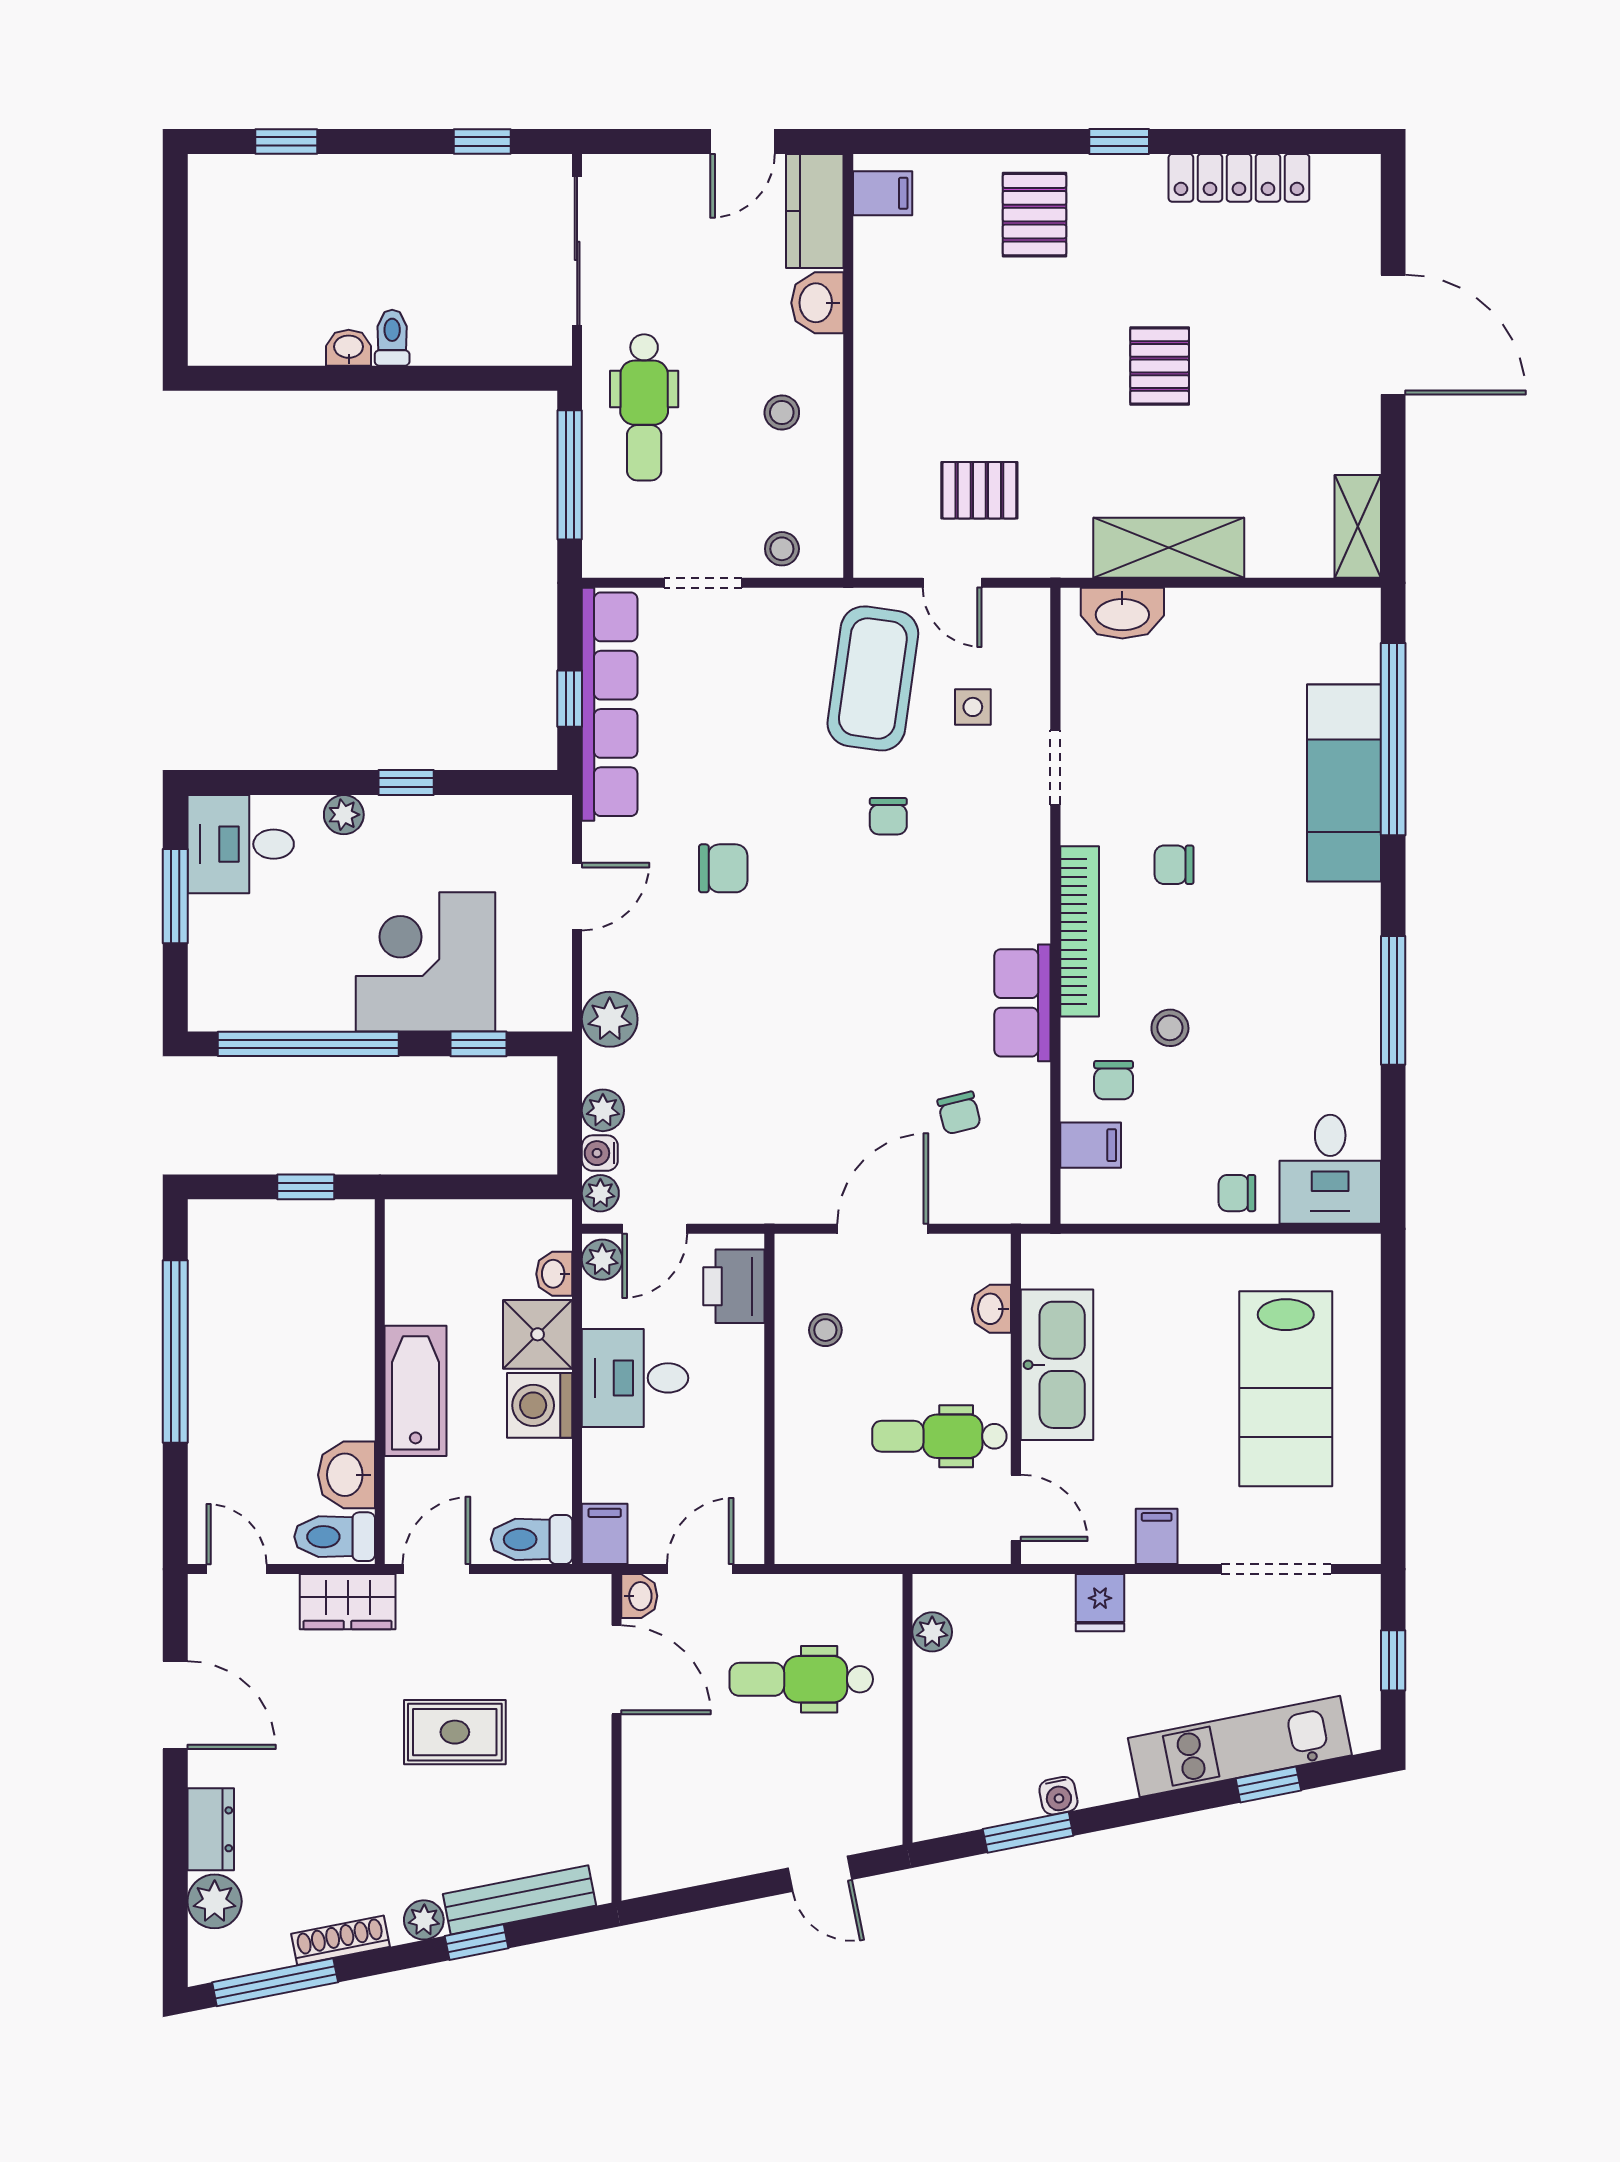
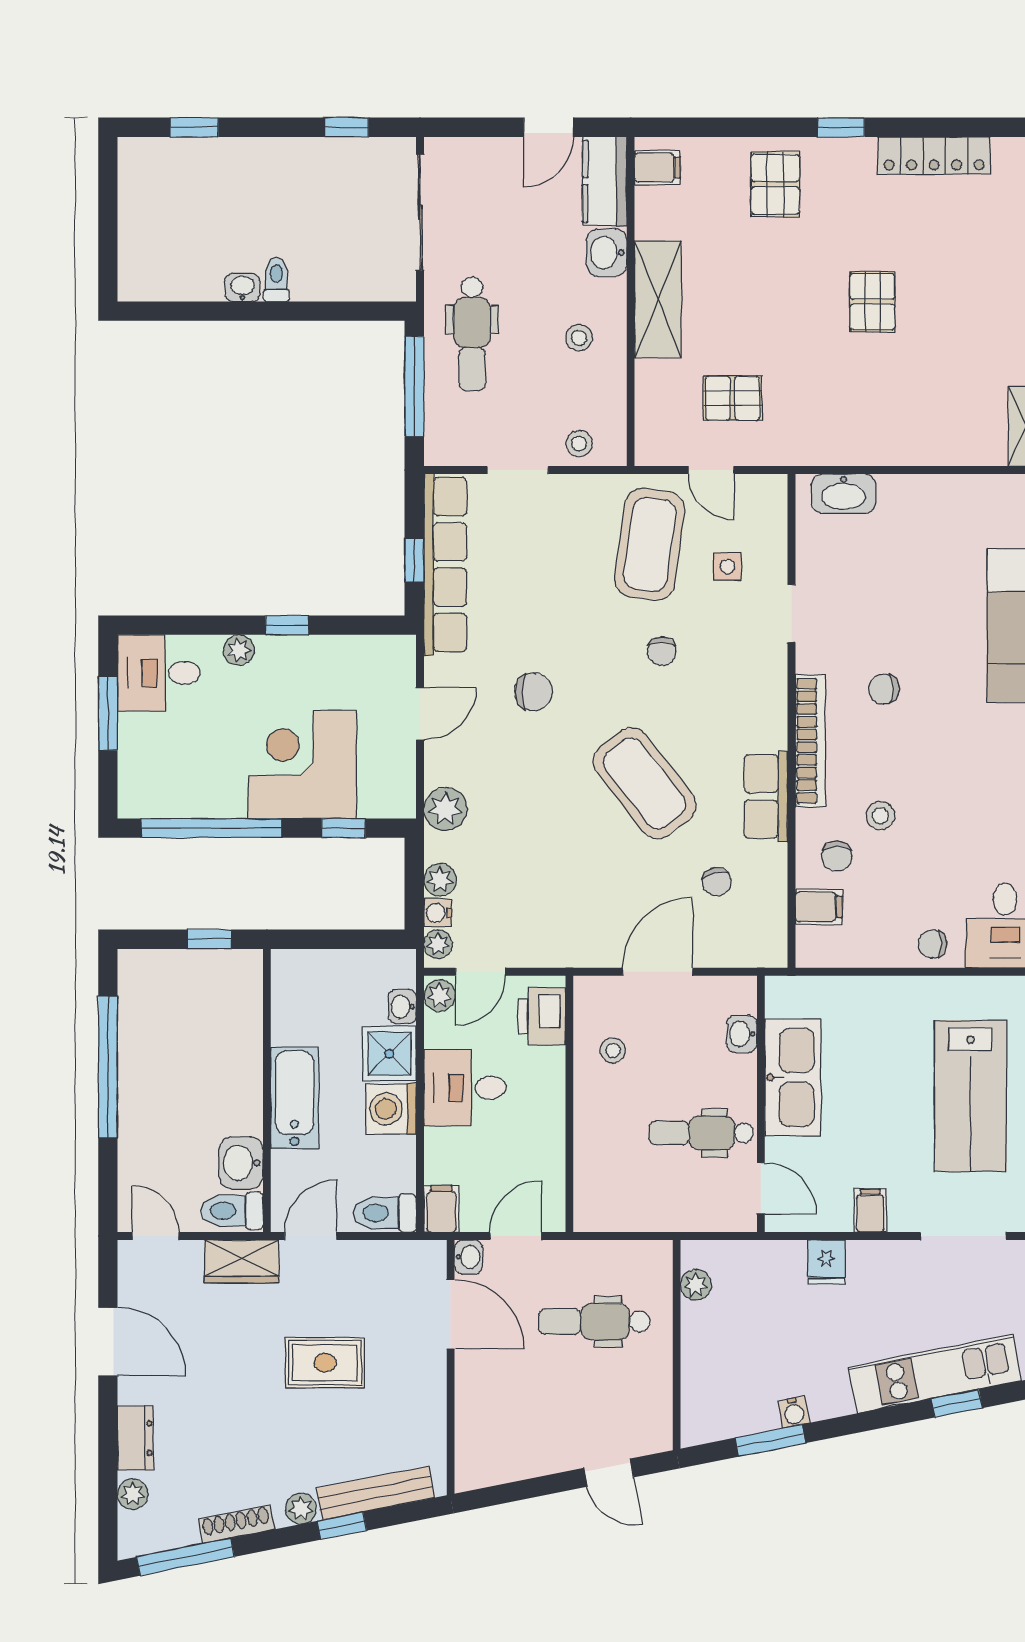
shelving: (1169, 548) -> (658, 299), moved, turned 90
coffee table: (866, 986) -> (645, 783), added
plant: (215, 1901) -> (133, 1494), width x0.73, depth x0.73

